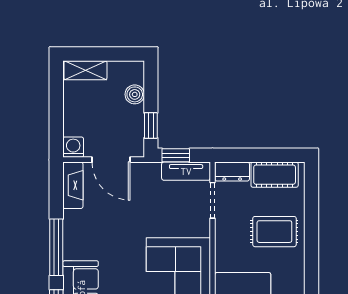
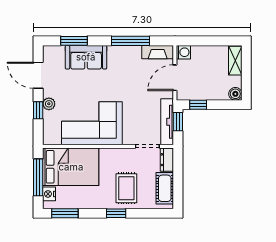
boiler: (135, 94) -> (235, 94), moved
tv unit: (186, 171) -> (167, 122), width x1.41
window: (56, 247) -> (131, 41), moved
window: (311, 247) -> (116, 213), added

